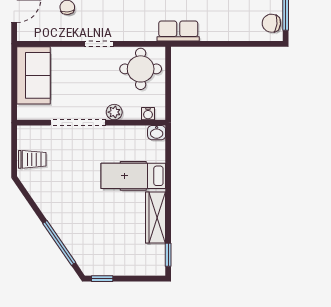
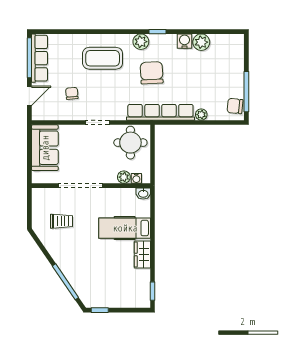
row of seats: (178, 31) -> (160, 112), width x2.02
plant: (229, 34) -> (201, 115), added
plant: (114, 112) -> (124, 177), moved
trolley: (32, 159) -> (61, 221), moved
wardrobe: (156, 217) -> (142, 254), width x0.67

